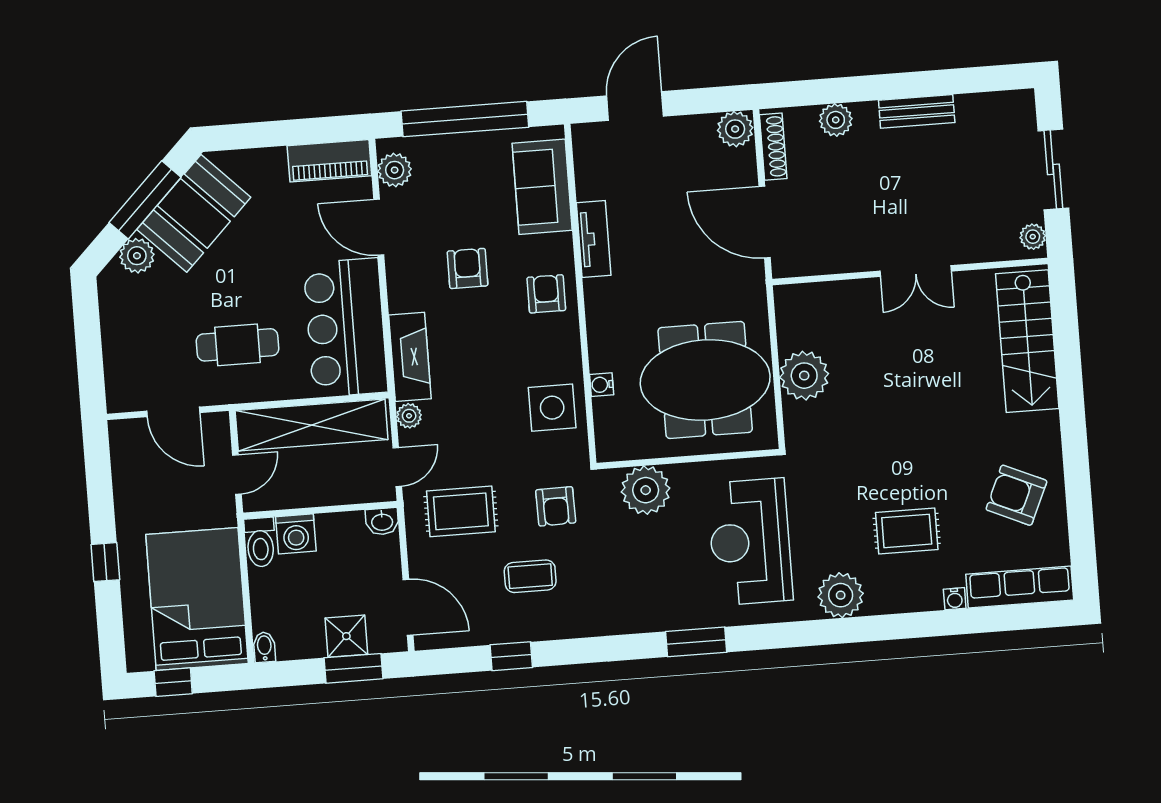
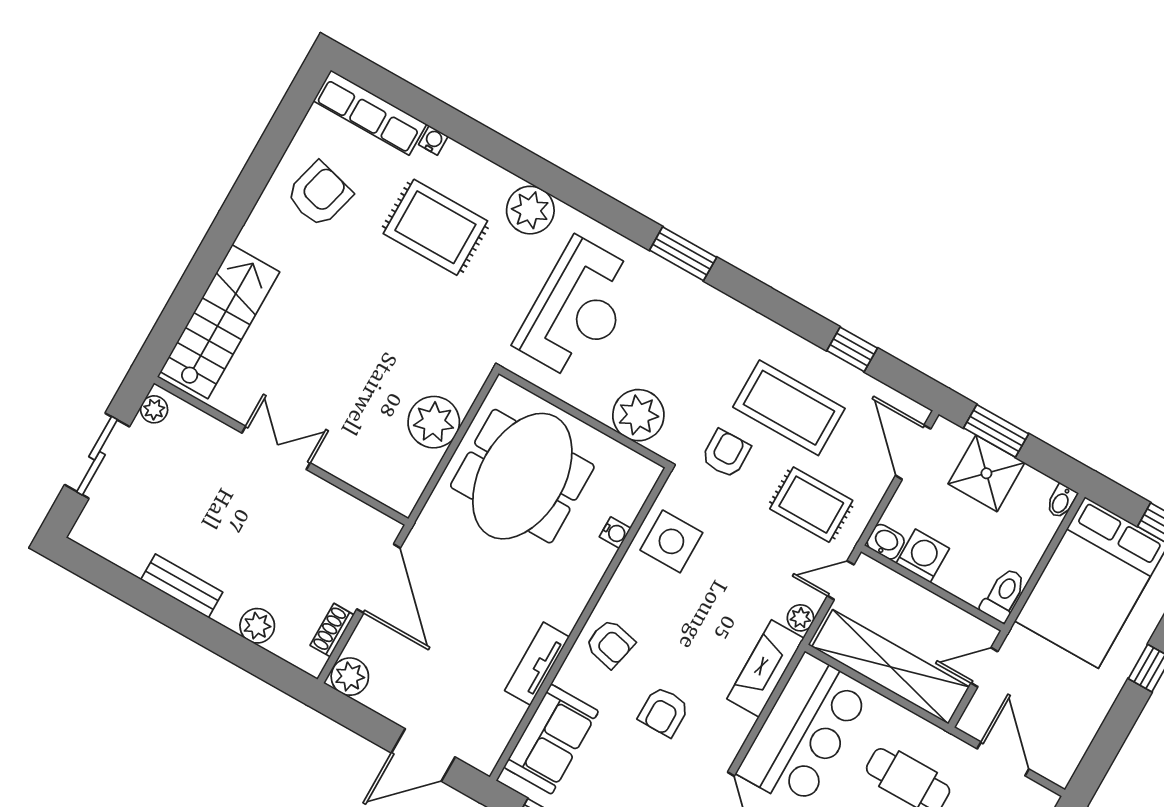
shoe rack: (773, 147) -> (332, 630), width x0.70
armchair: (546, 294) -> (610, 644), turned -77
meeting table: (705, 380) -> (522, 476), turned 90
armchair: (1016, 495) -> (319, 194), turned -99
rug: (907, 531) -> (435, 227), width x1.36, depth x1.43
washing machine: (296, 534) -> (923, 556), moved
coffee table: (530, 576) -> (789, 408), width x1.86, depth x1.72
shower: (346, 636) -> (986, 473), width x1.36, depth x1.36

